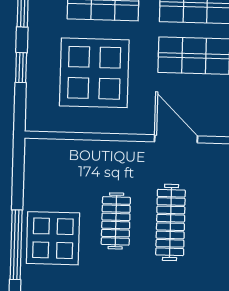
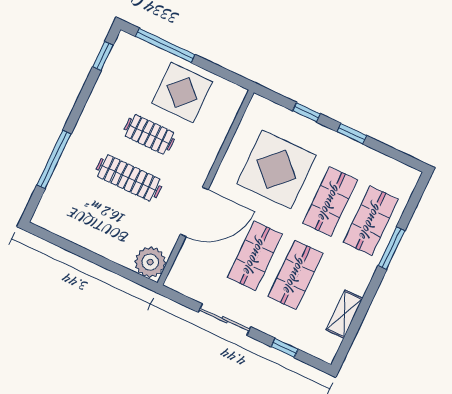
door: (176, 139) -> (194, 212), width x1.36
display table: (53, 238) -> (182, 92), moved

